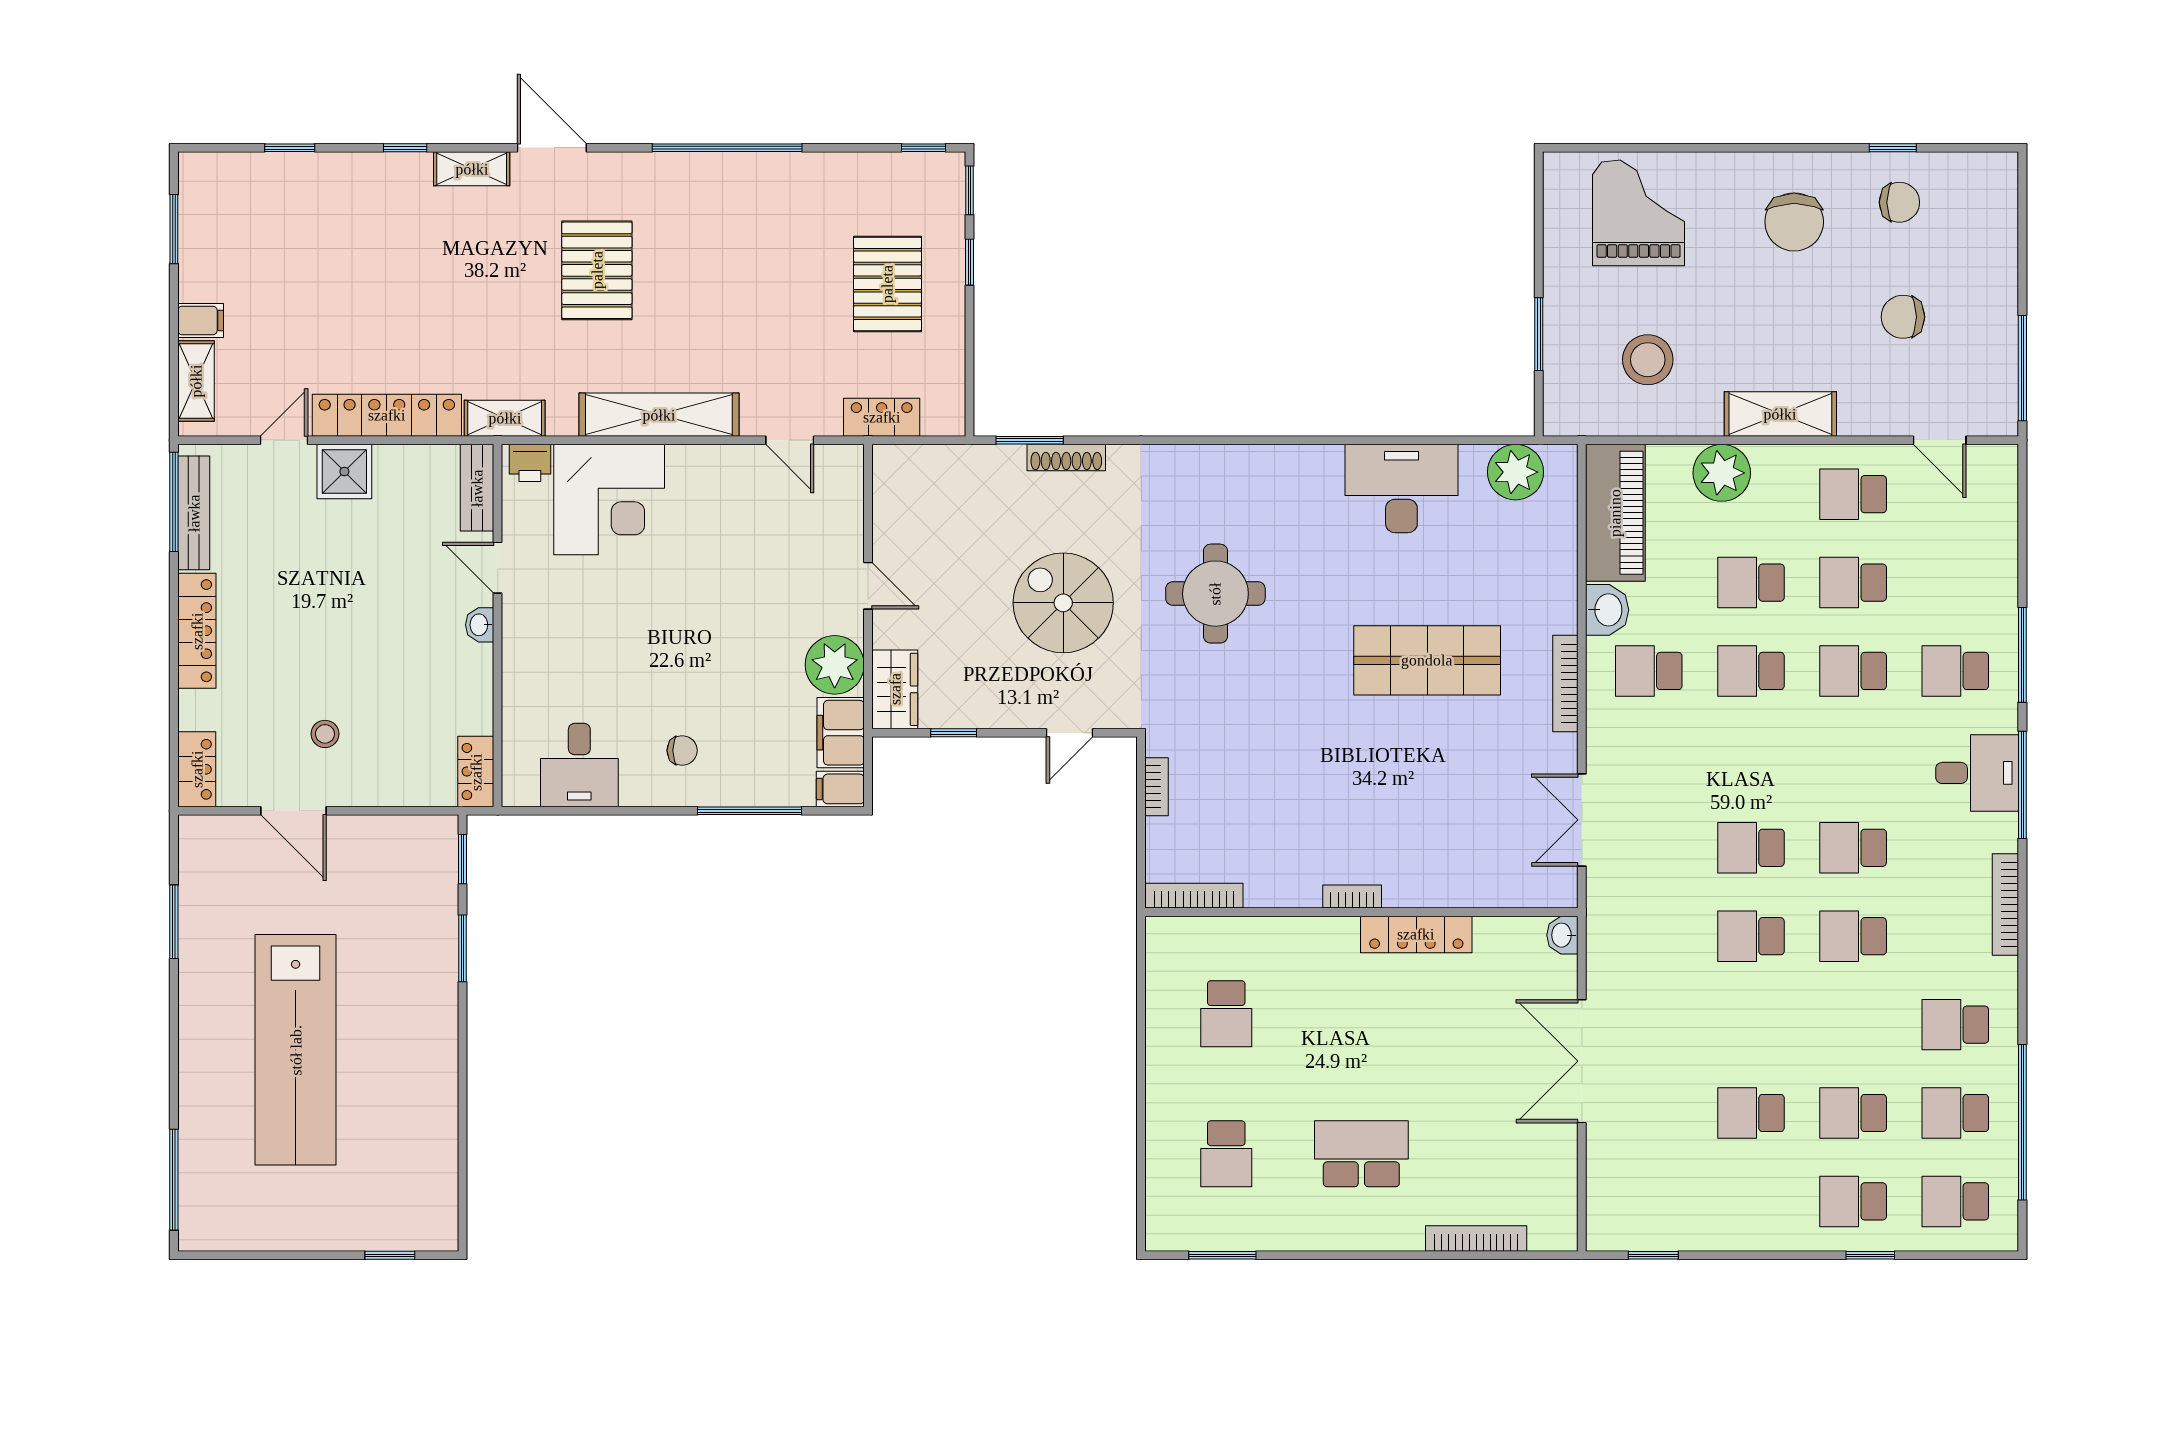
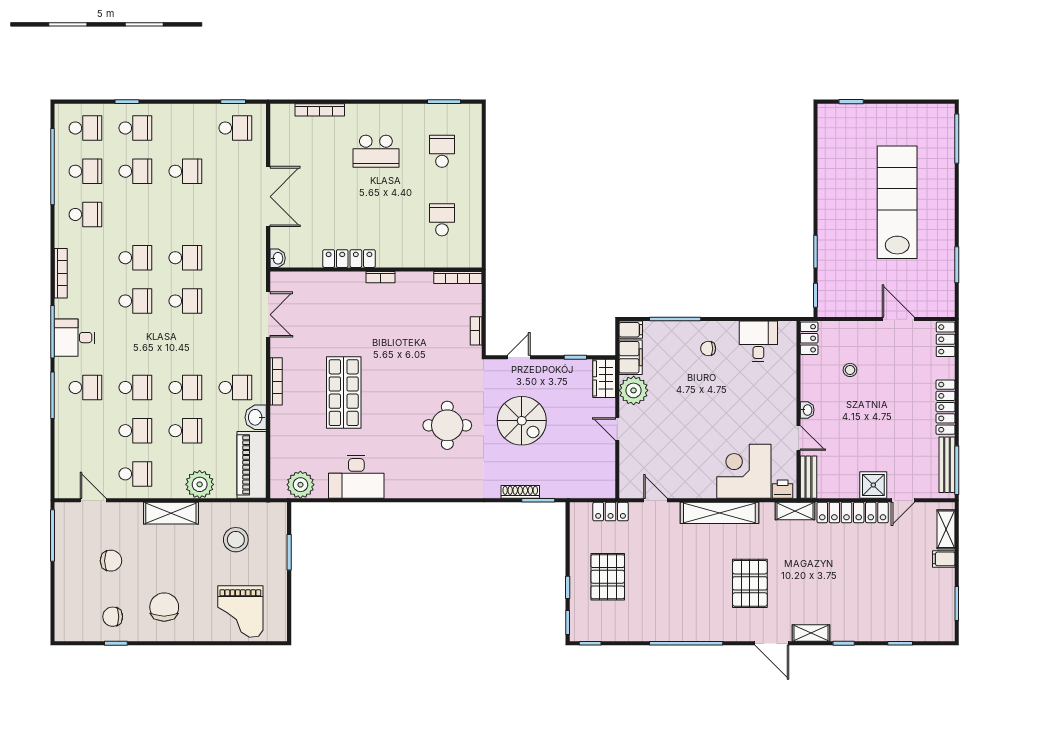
shop shelf: (1427, 660) -> (344, 393), turned 90
stool: (325, 734) -> (850, 370), moved
school desk: (1649, 1201) -> (235, 128), added

